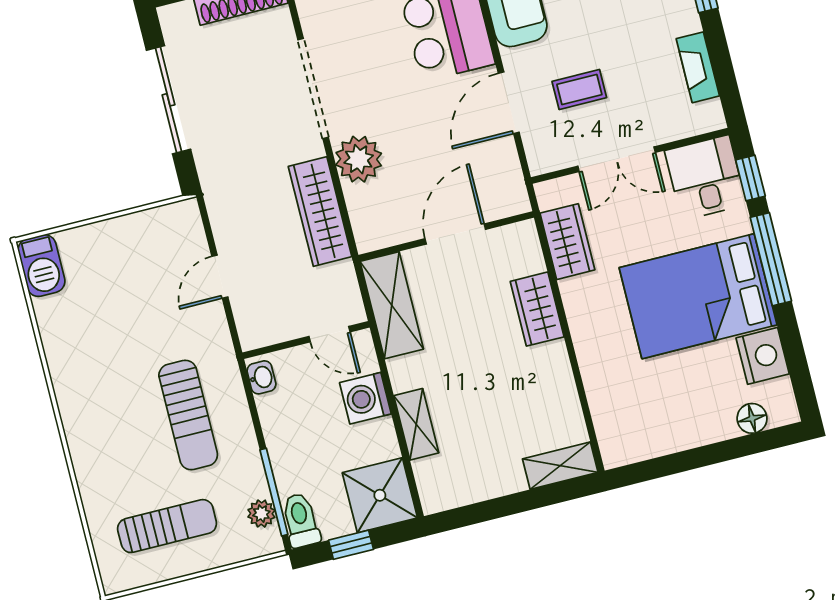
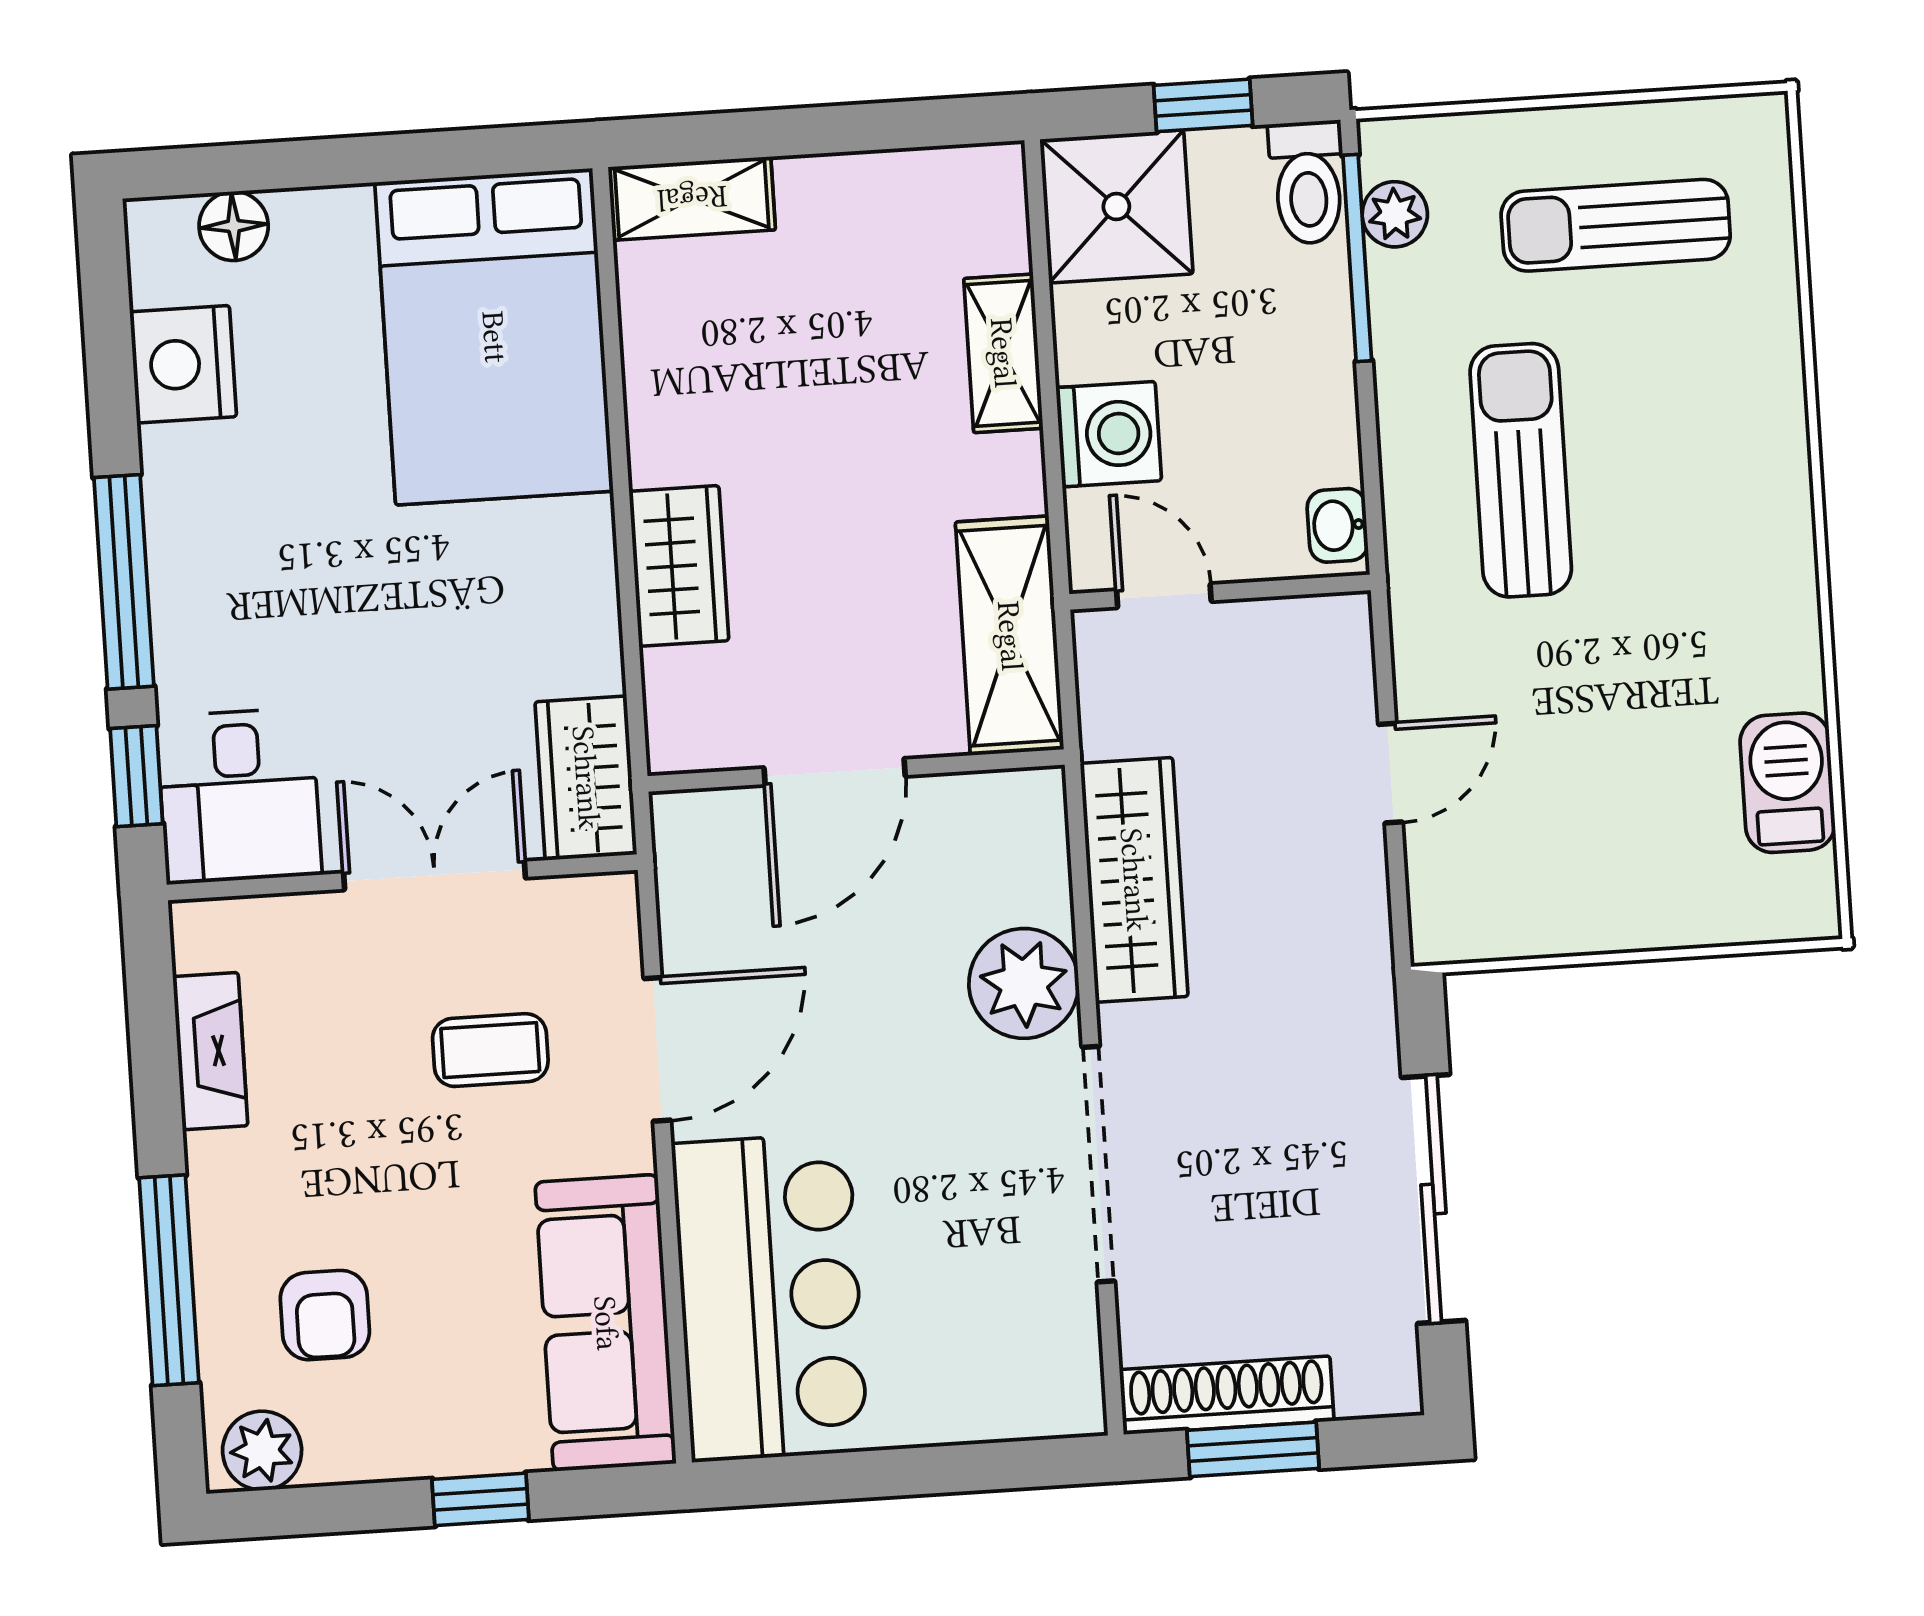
wardrobe: (567, 242) -> (586, 778), moved
barbecue: (41, 266) -> (1788, 783), moved
bed: (698, 296) -> (494, 337), moved, turned 90

